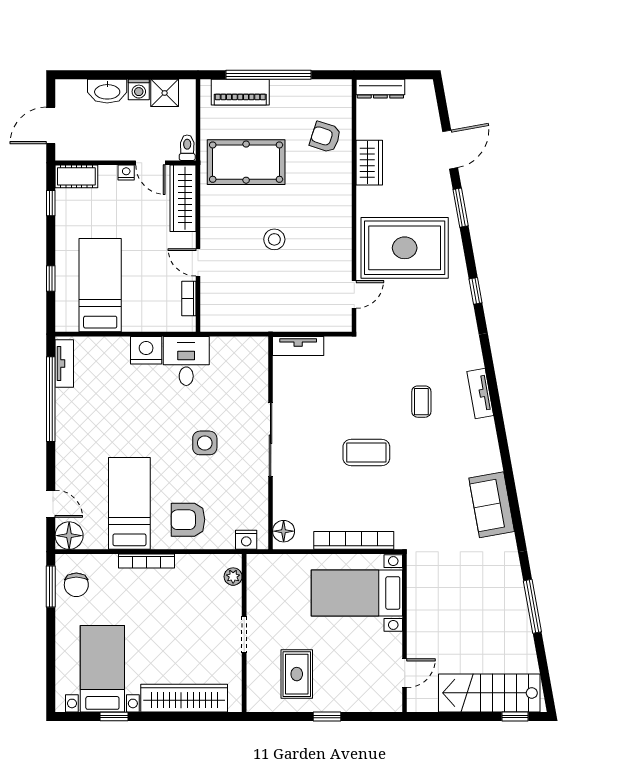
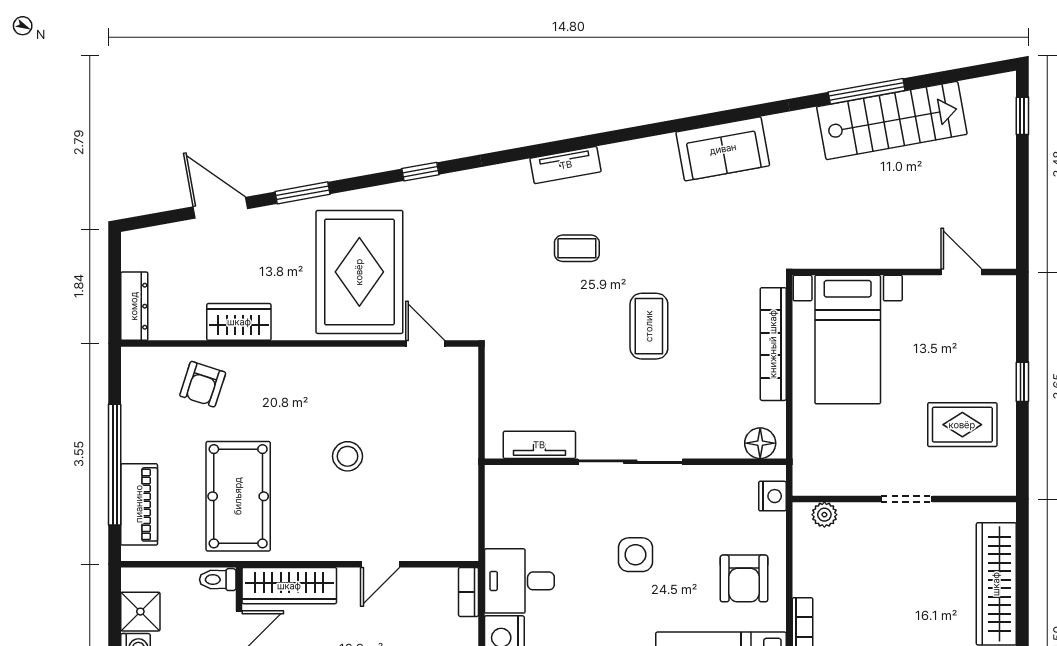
bookcase: (189, 299) -> (469, 592), moved, turned 90
tv unit: (298, 346) -> (539, 445), moved, turned -90
stairs: (489, 693) -> (892, 121), moved, turned -100

